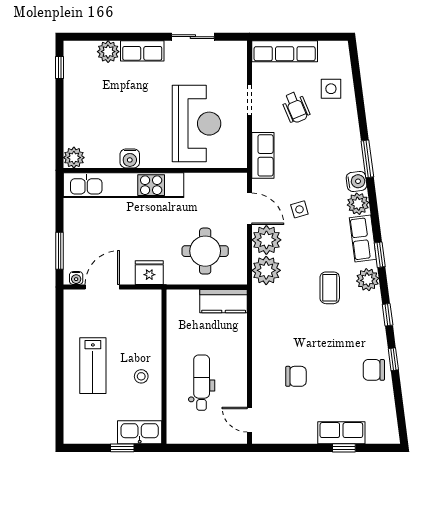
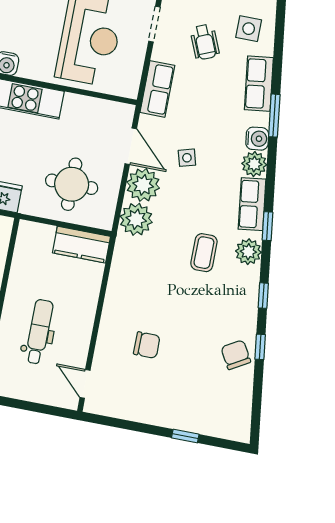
chair: (374, 370) -> (236, 355), turned 60
row of seats: (341, 433) -> (259, 84), moved, turned -97

